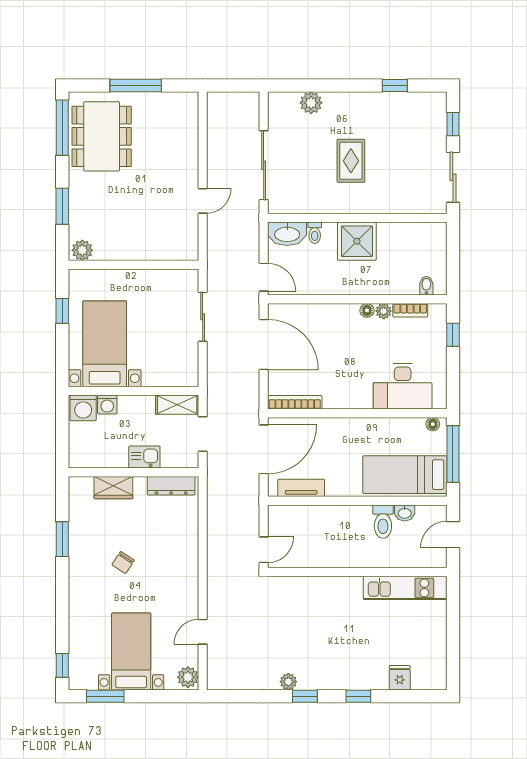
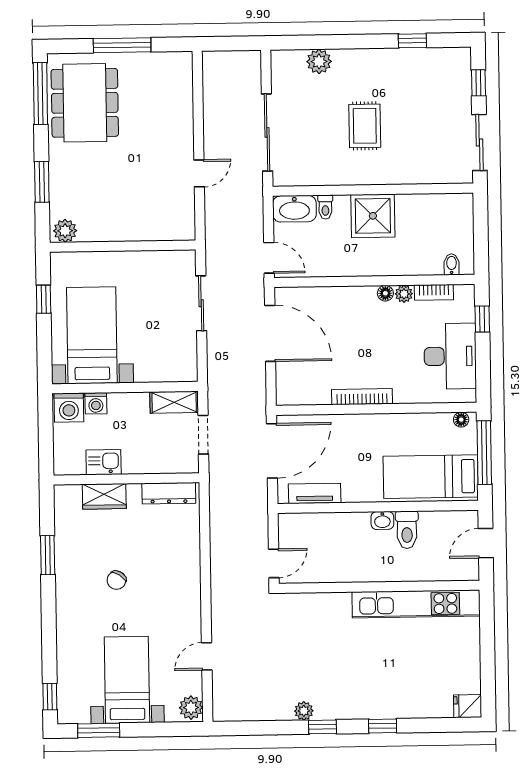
desk: (403, 386) -> (450, 356), moved, turned -90
bookcase: (295, 402) -> (362, 397), moved
kitchen sink: (144, 457) -> (104, 462), moved
washbasin: (405, 513) -> (382, 520), moved
kitchen unit: (405, 588) -> (416, 604), width x1.36
fridge: (400, 678) -> (468, 706), moved, turned -90

